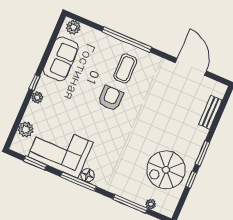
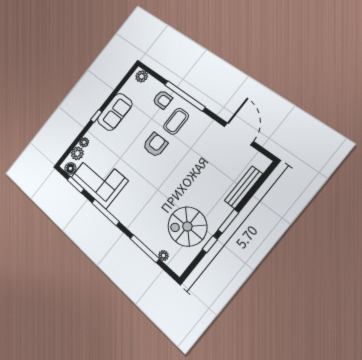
armchair: (104, 48) -> (162, 100), added
sofa: (61, 59) -> (115, 112), moved
plant: (37, 97) -> (84, 142), moved
bench: (210, 112) -> (243, 187), width x1.36
floor lamp: (88, 175) -> (70, 168), moved

